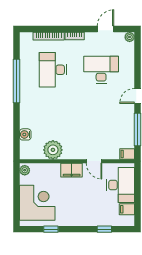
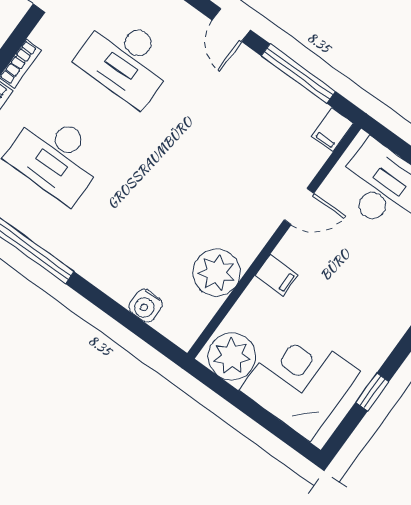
desk: (101, 70) -> (126, 60), turned -90
plant: (25, 170) -> (232, 356), width x1.87, depth x1.87
filing cabinet: (72, 170) -> (277, 275), width x0.50

